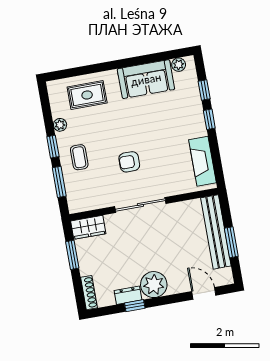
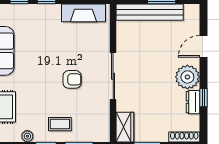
armchair: (129, 162) -> (72, 79), turned -90
door: (204, 293) -> (203, 46), moved

